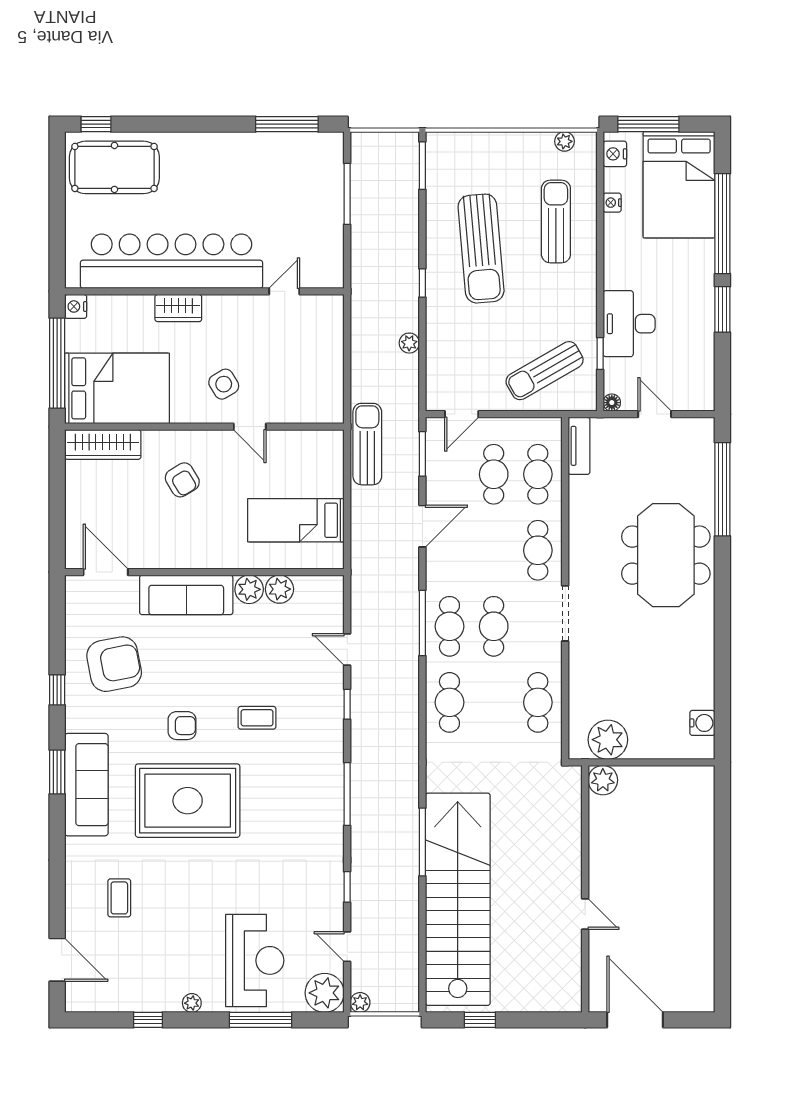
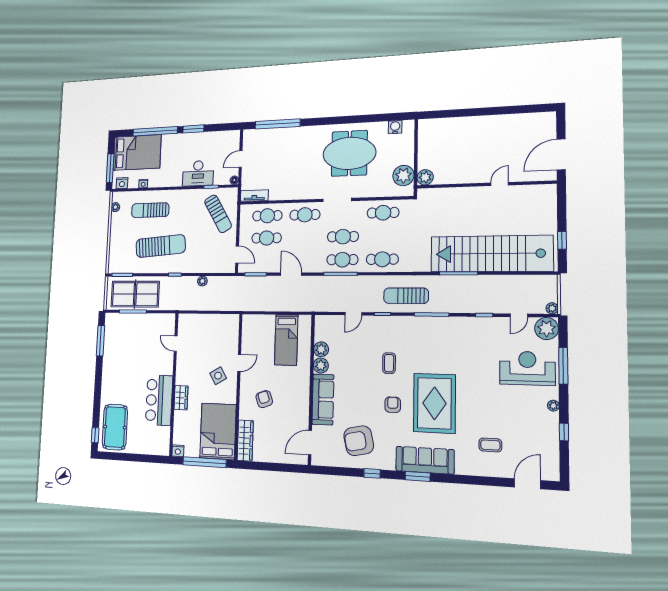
table tennis table: (383, 197) -> (135, 294), added
bar counter: (172, 261) -> (159, 400), width x0.54
sun lounger: (367, 444) -> (406, 296), moved
armchair: (182, 480) -> (264, 399), turned -78
meeting table: (666, 555) -> (349, 153), moved
armchair: (114, 664) -> (359, 441), turned -91

